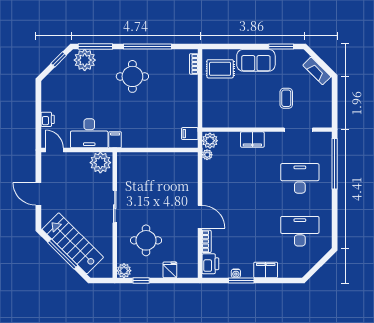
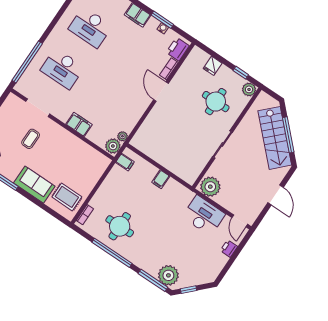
round table: (132, 76) -> (120, 226), moved
filing cabinet: (115, 140) -> (161, 179), moved

